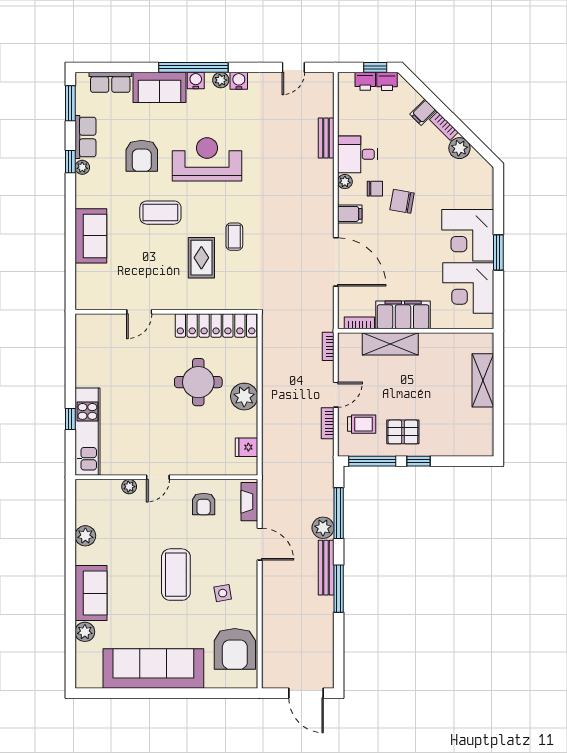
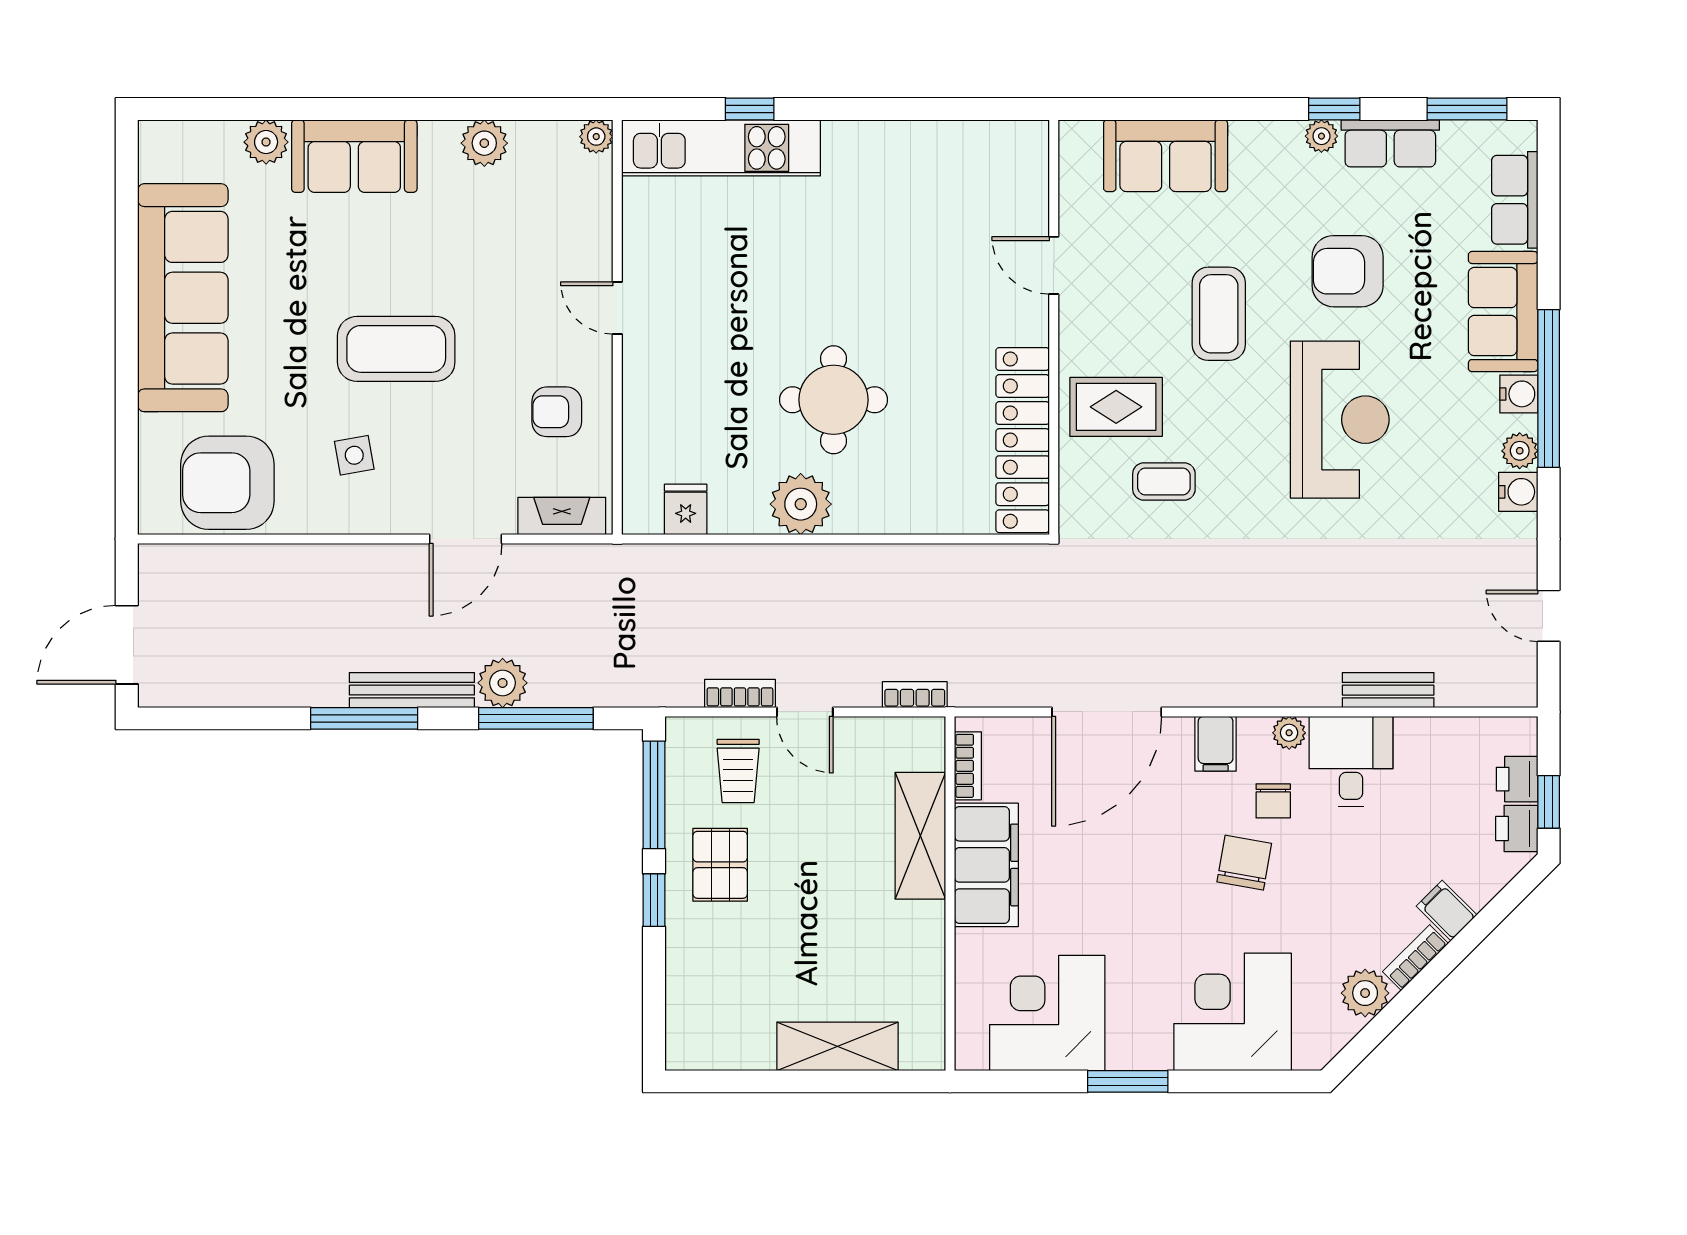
corner desk: (468, 235) -> (1233, 1012), moved
door: (139, 312) -> (1054, 265), moved
wall: (166, 312) -> (1054, 327), moved
locker: (216, 325) -> (1023, 440), moved
plant: (129, 487) -> (596, 137), moved

